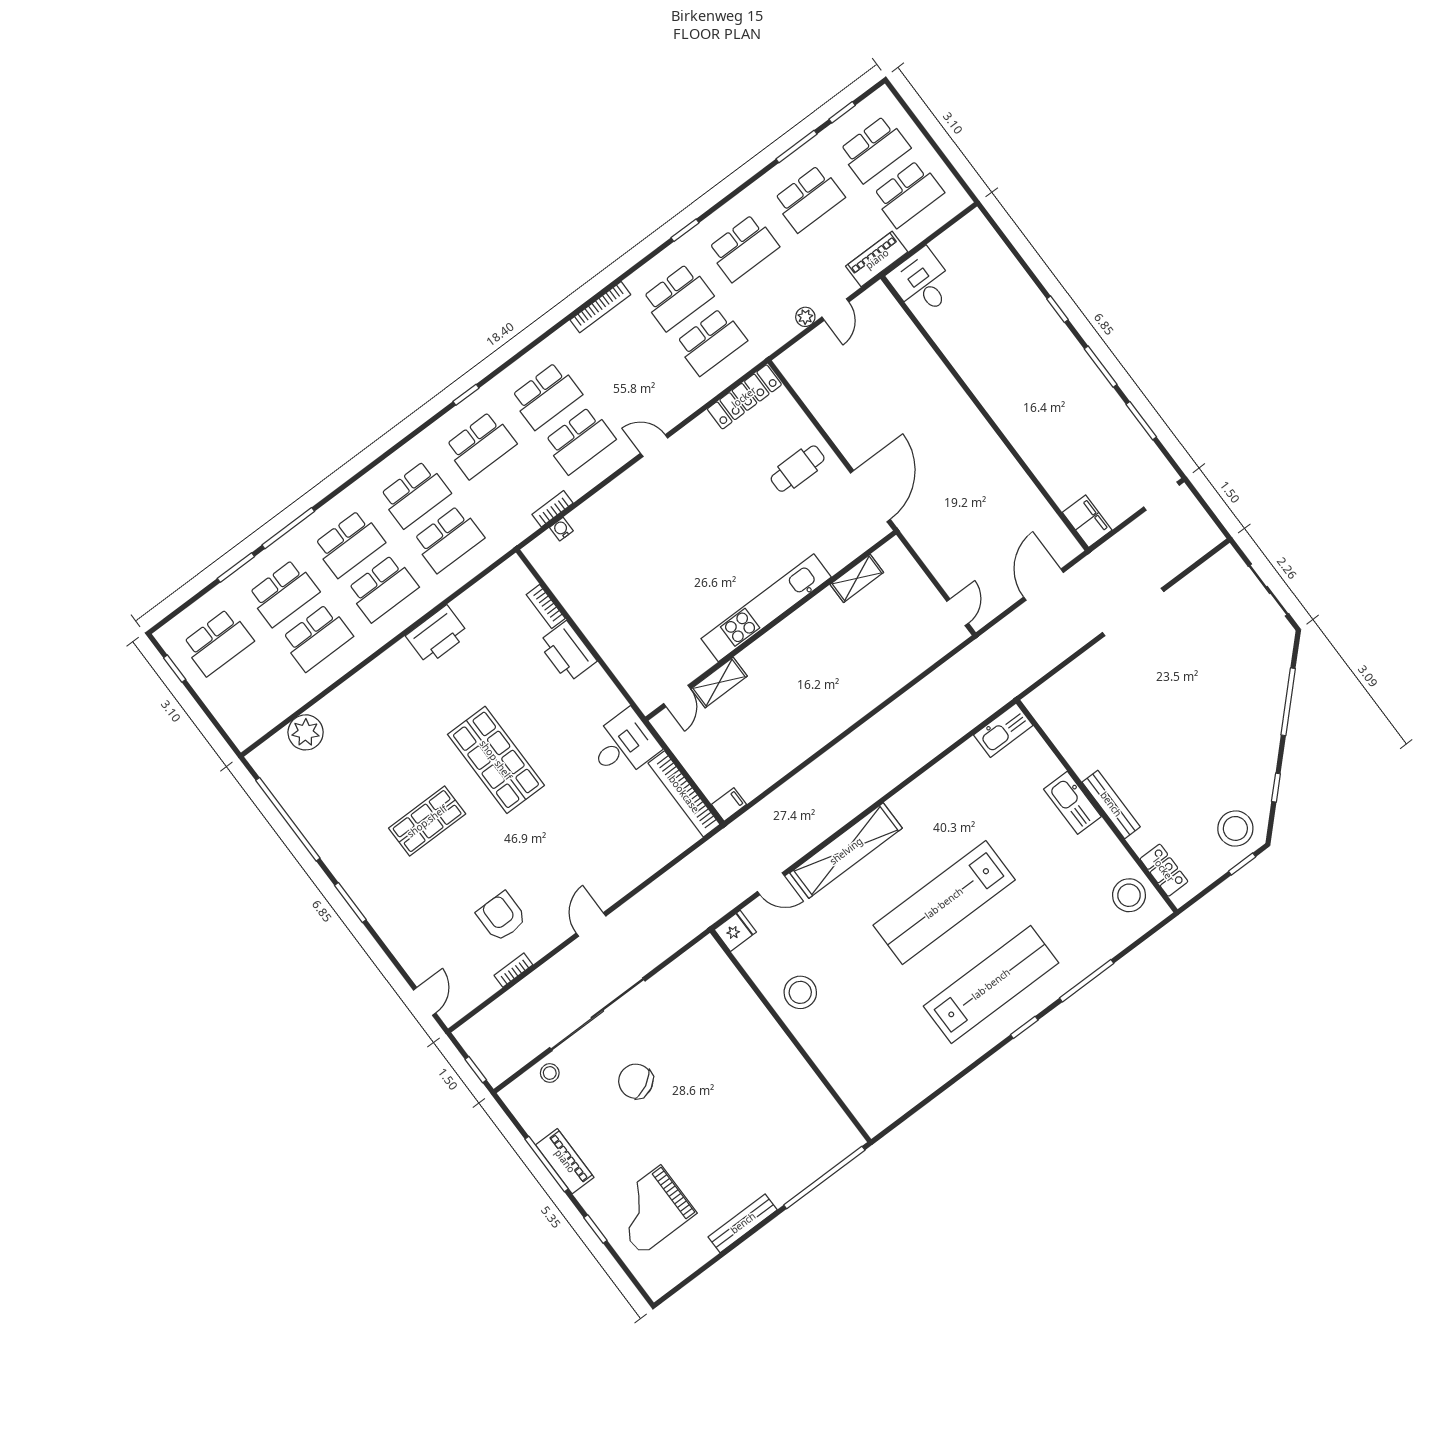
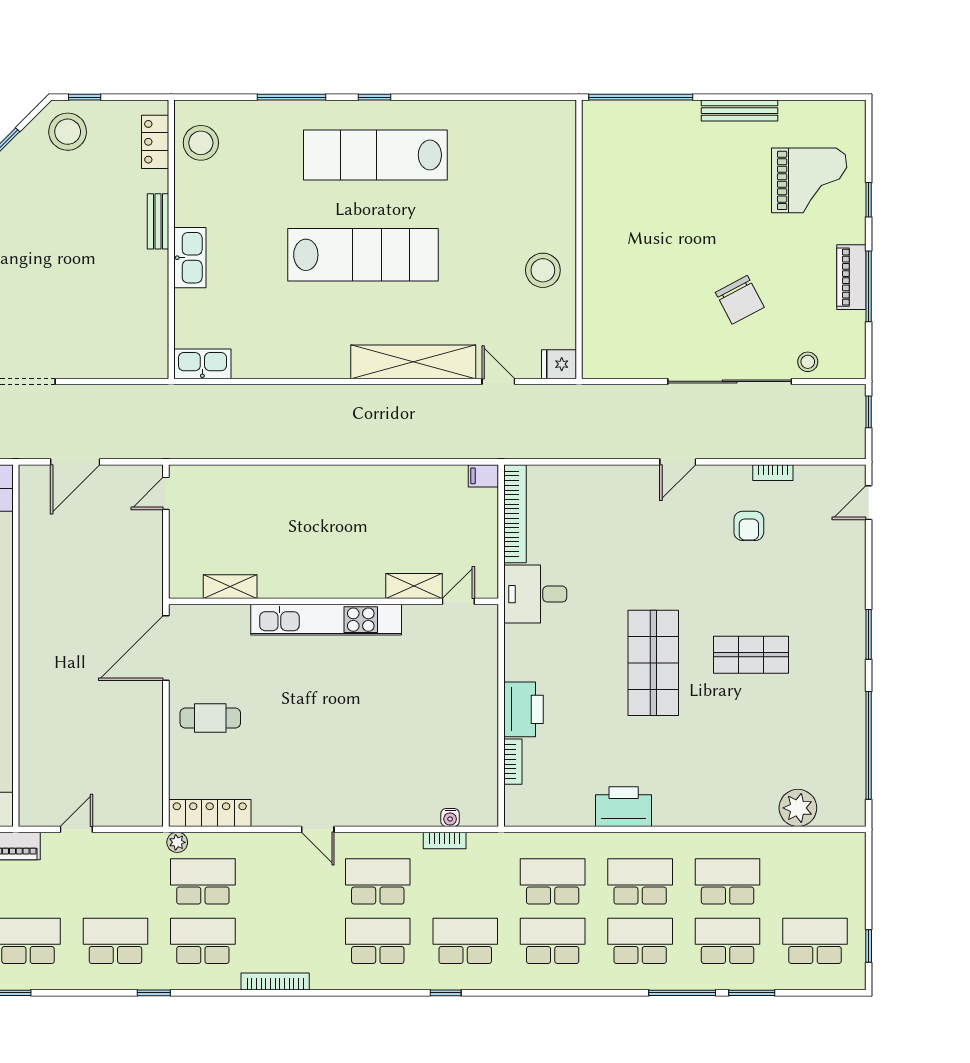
plant: (805, 317) -> (177, 842), moved
bench: (1111, 804) -> (158, 221), width x0.73
armchair: (501, 917) -> (749, 526), width x0.72, depth x0.72

